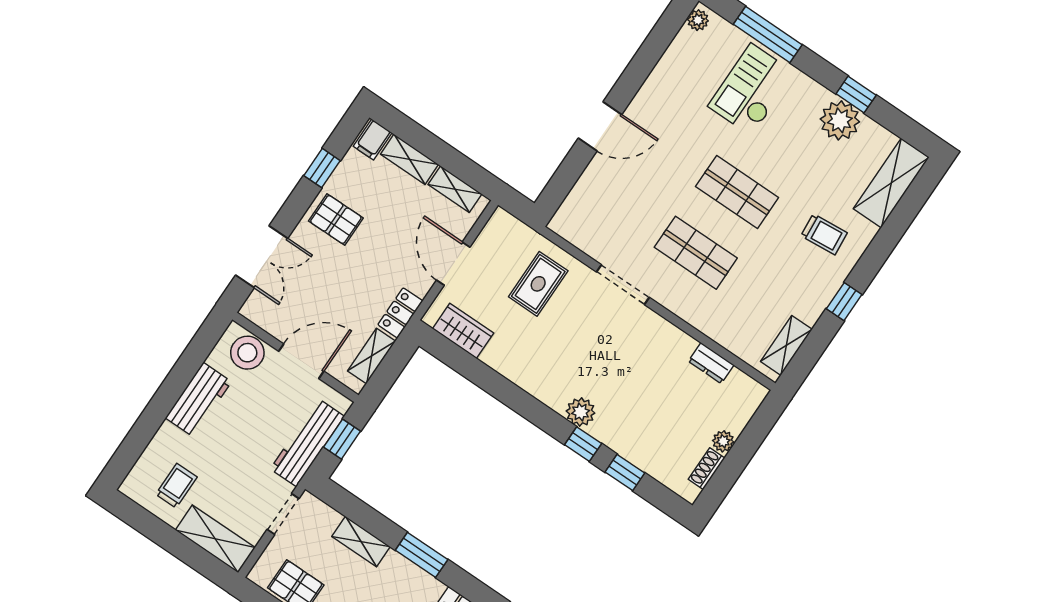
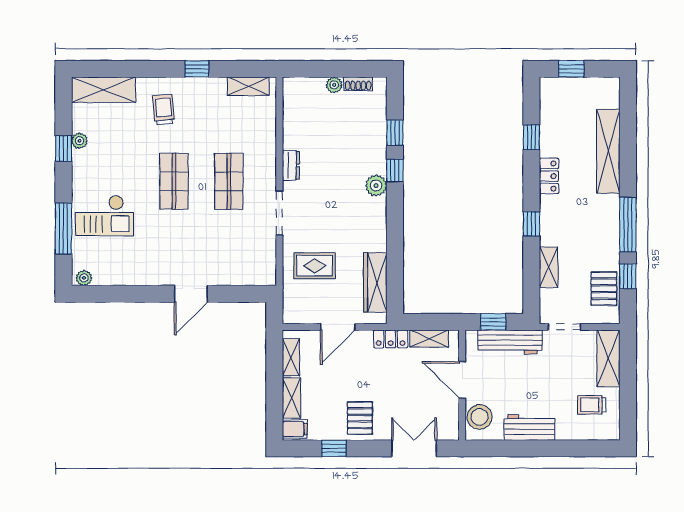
plant: (840, 120) -> (79, 141), width x0.53, depth x0.53
door: (600, 126) -> (191, 294), swing flipped
wardrobe: (463, 331) -> (375, 283), width x1.50
dresser: (711, 363) -> (291, 165), moved
window: (422, 555) -> (531, 224), width x0.67

